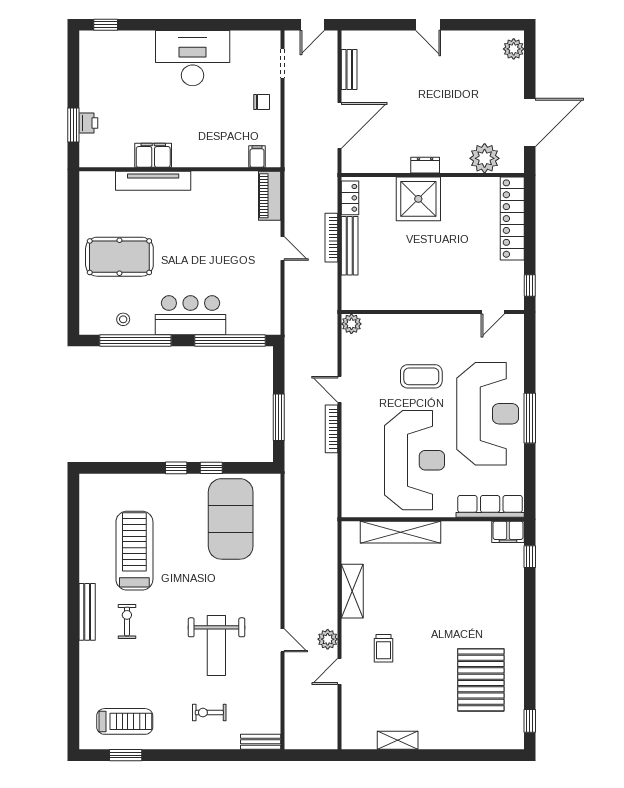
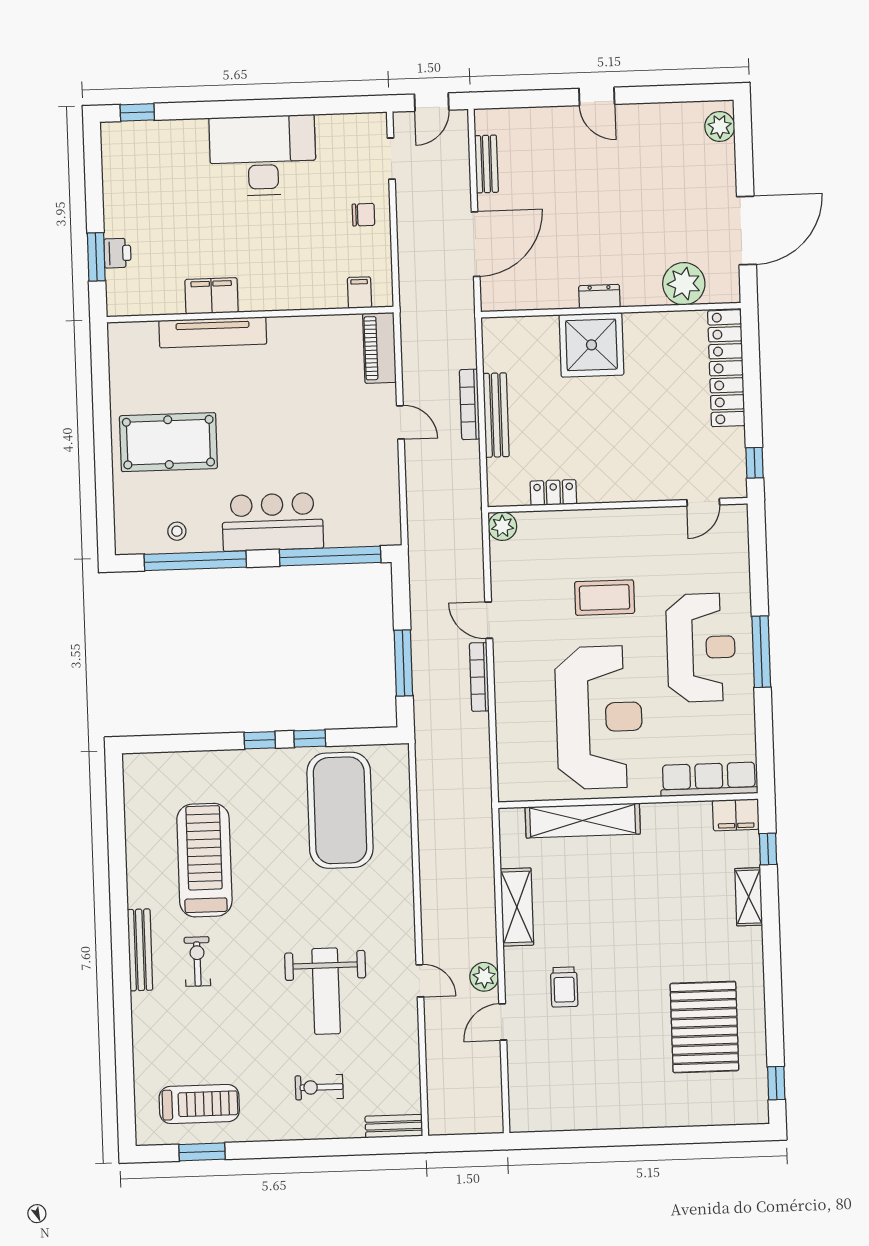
locker: (350, 198) -> (553, 493), moved, turned -90
reception desk: (488, 414) -> (701, 648), width x0.74, depth x0.77
shelving: (398, 740) -> (749, 897), moved, turned 90

